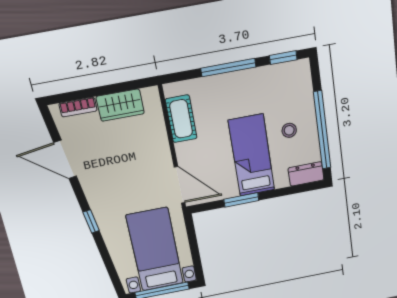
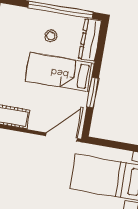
dresser: (306, 174) -> (90, 40), width x1.44

